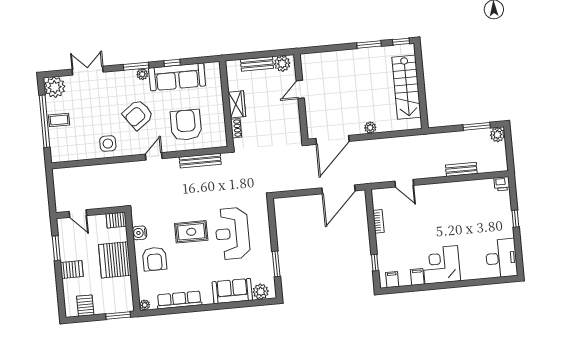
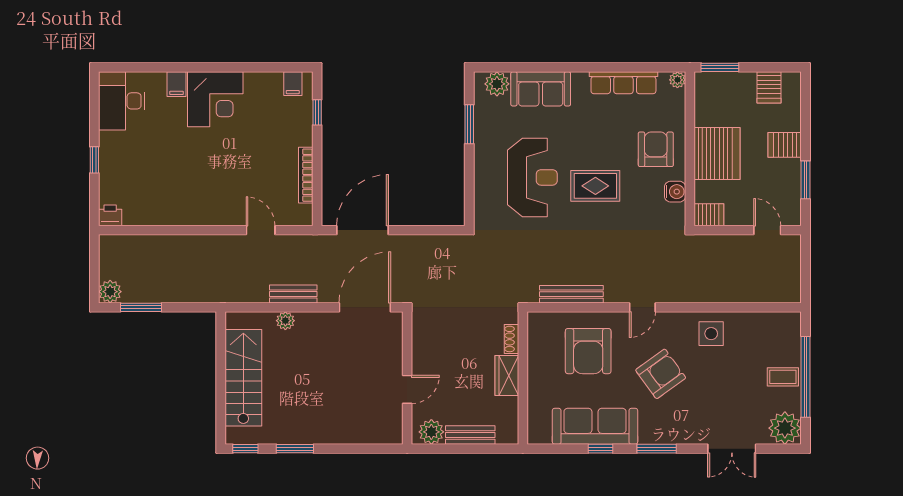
plant: (142, 74) -> (648, 436), removed
plant: (370, 128) -> (285, 321), moved
bench: (461, 169) -> (293, 294), moved
bookcase: (378, 221) -> (306, 175), width x1.56
filing cabinet: (417, 277) -> (176, 84), moved

